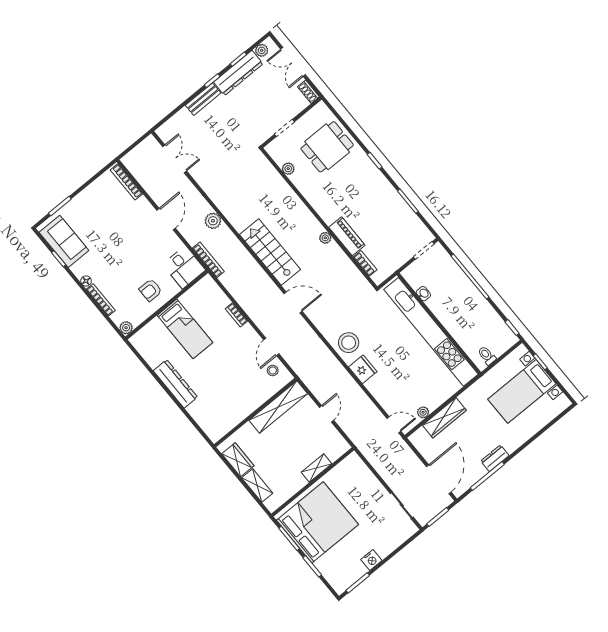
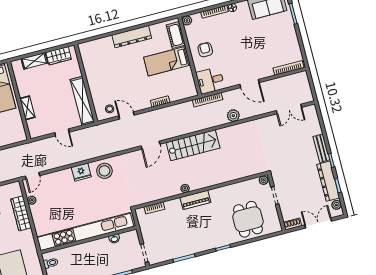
plant: (288, 169) -> (264, 180), moved
piano: (347, 236) -> (195, 200), moved
cot: (149, 333) -> (176, 35), added

